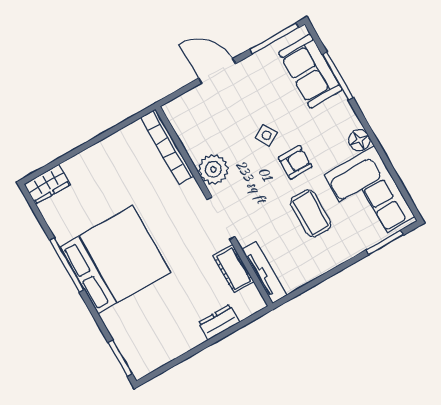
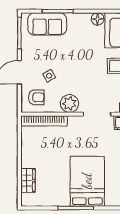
side table: (267, 135) -> (49, 76), moved
armchair: (295, 162) -> (36, 97), moved, turned 90
wardrobe: (47, 184) -> (28, 181), moved
bed: (115, 260) -> (87, 181), width x0.73

